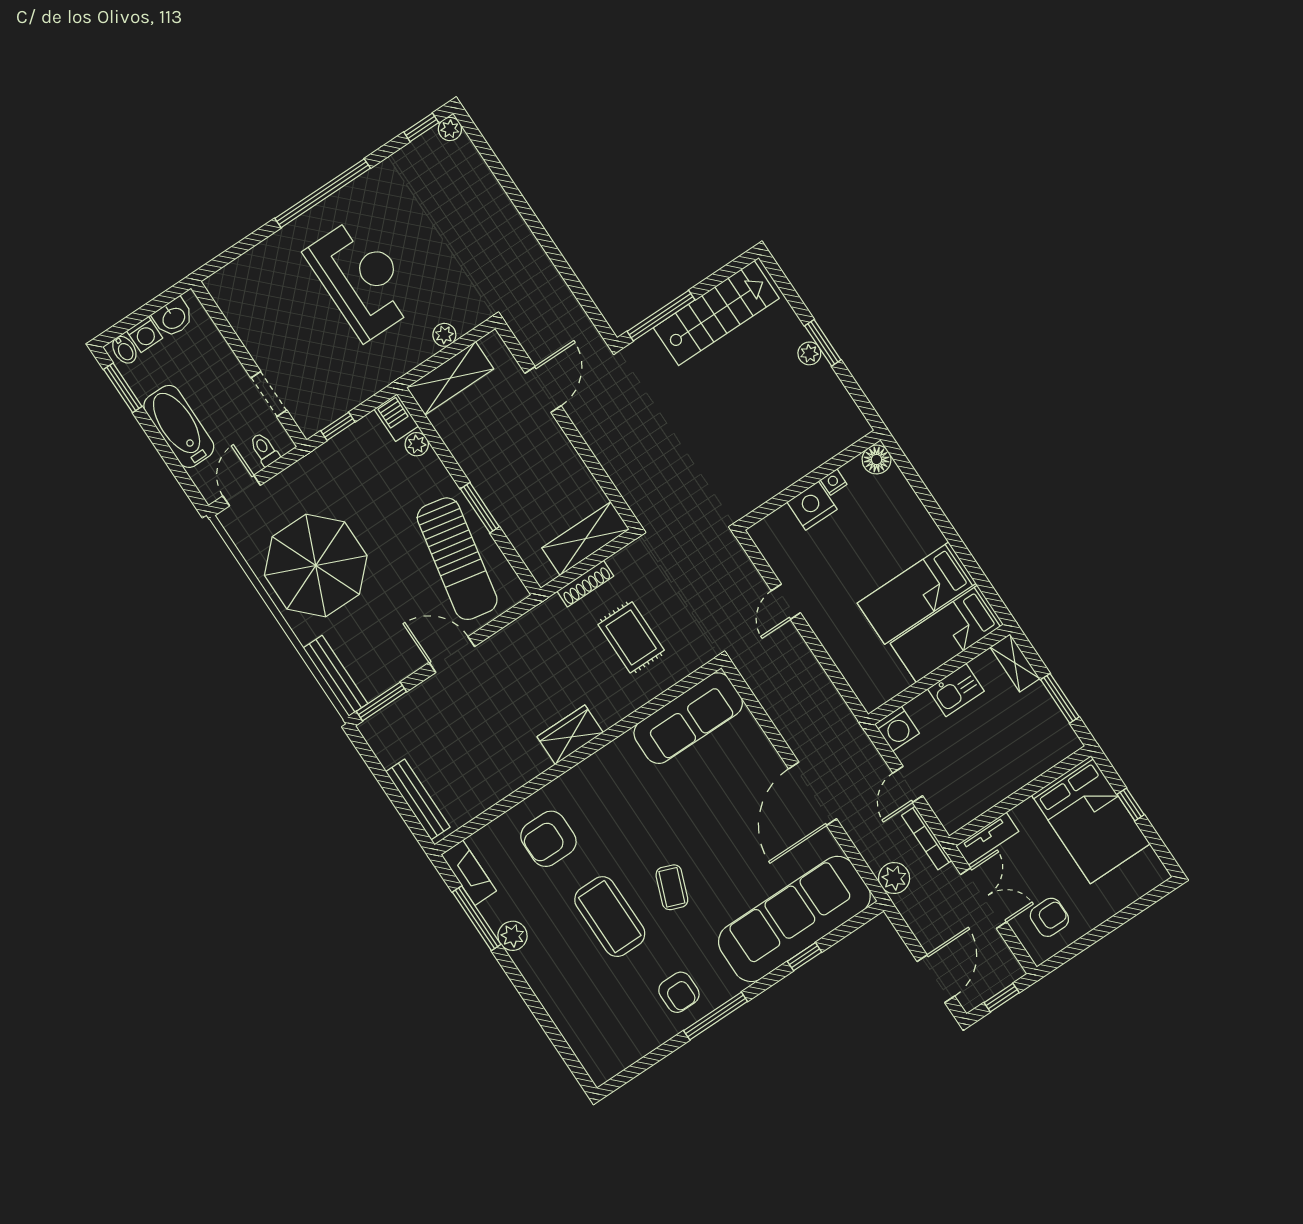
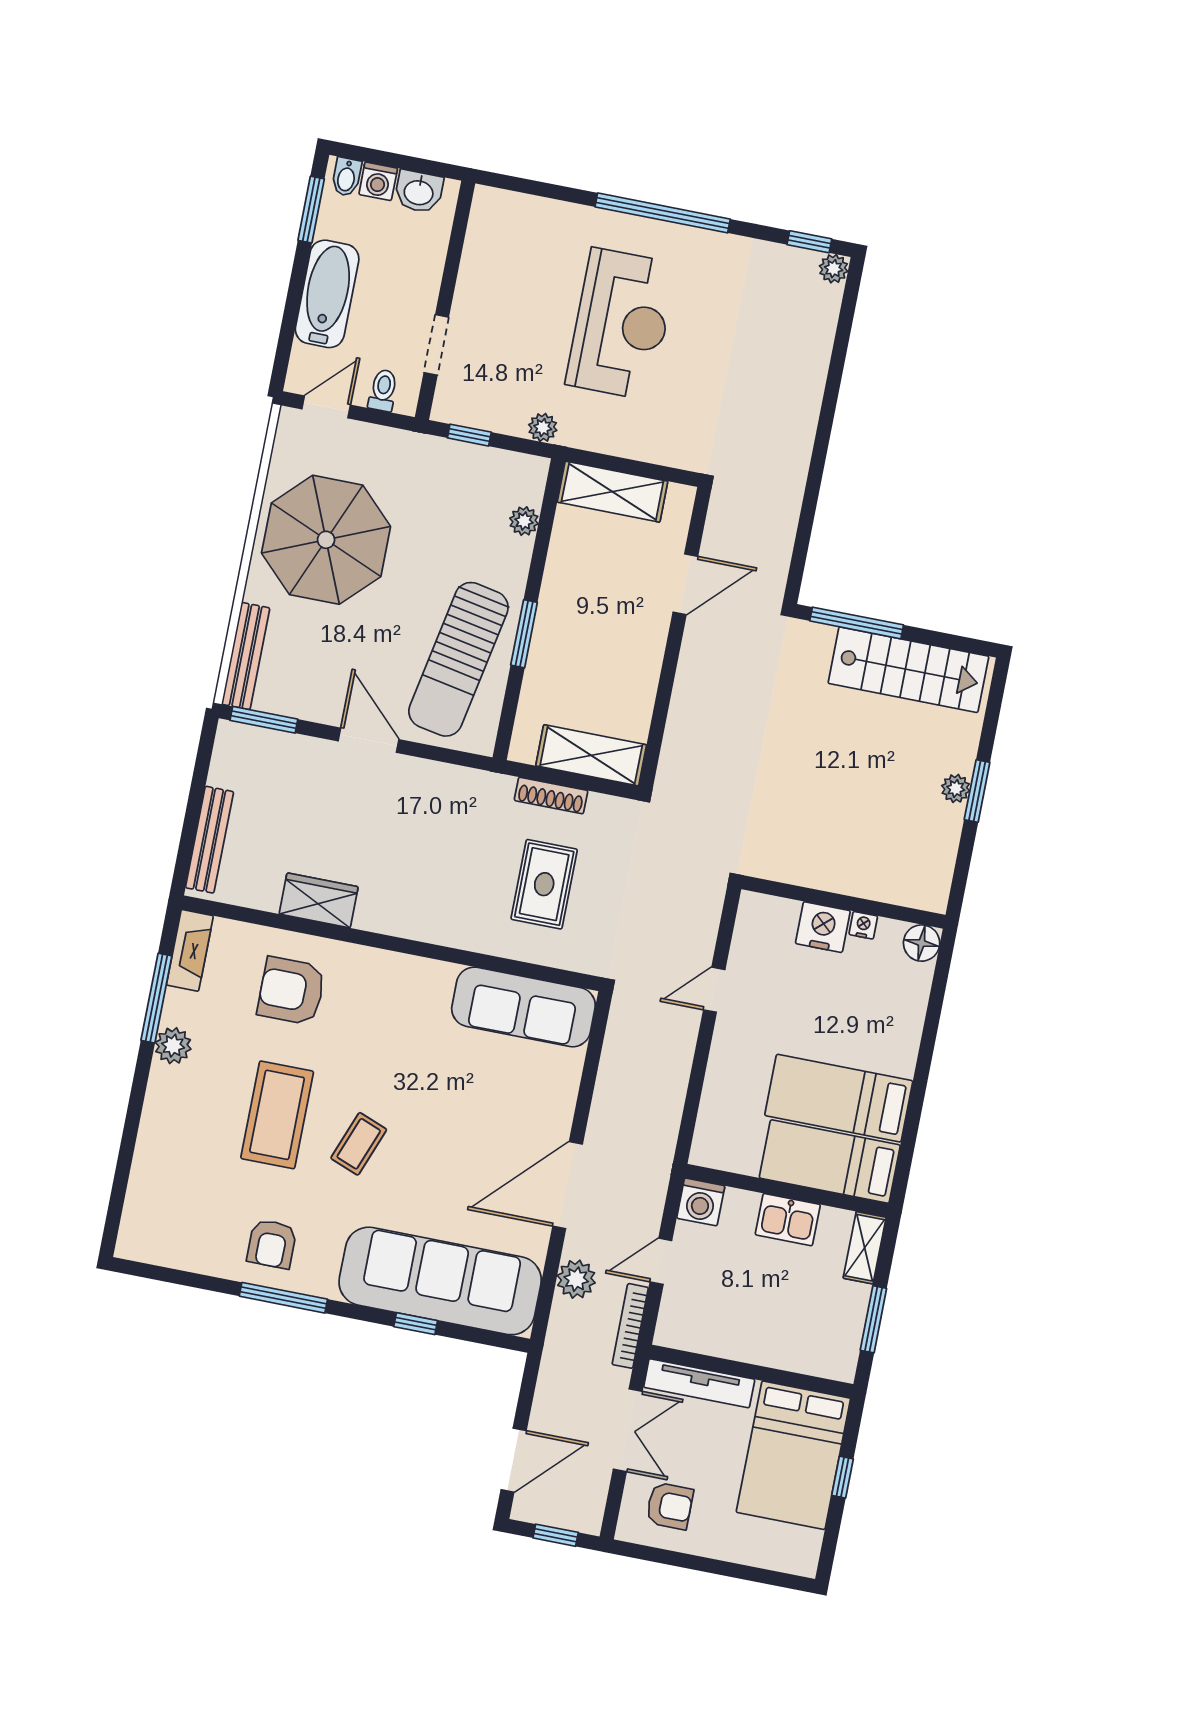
plant: (444, 335) -> (543, 427), moved
barbecue: (396, 418) -> (529, 479), removed
wardrobe: (570, 735) -> (319, 900), moved
tv unit: (987, 839) -> (699, 1383), width x1.41
plant: (894, 878) -> (576, 1279), moved

